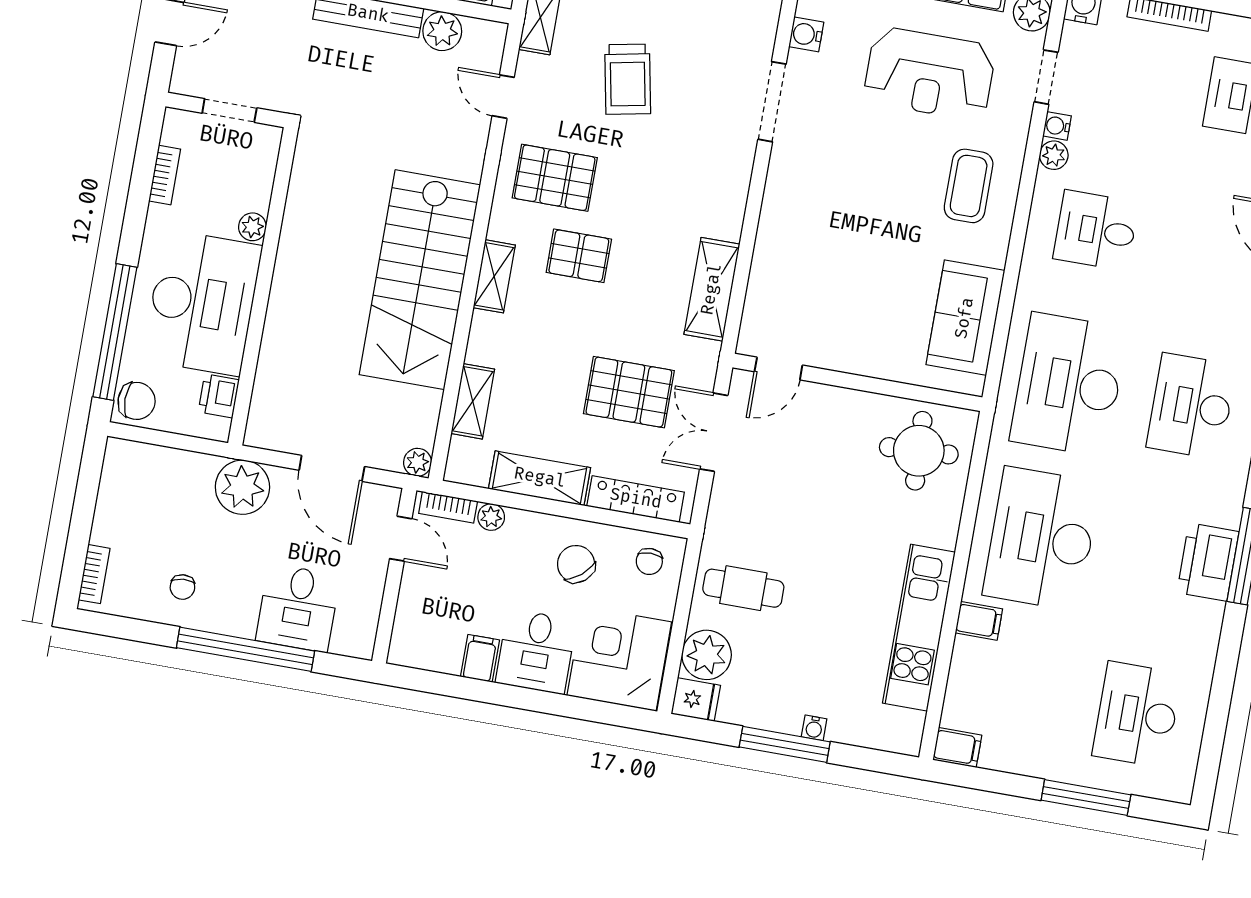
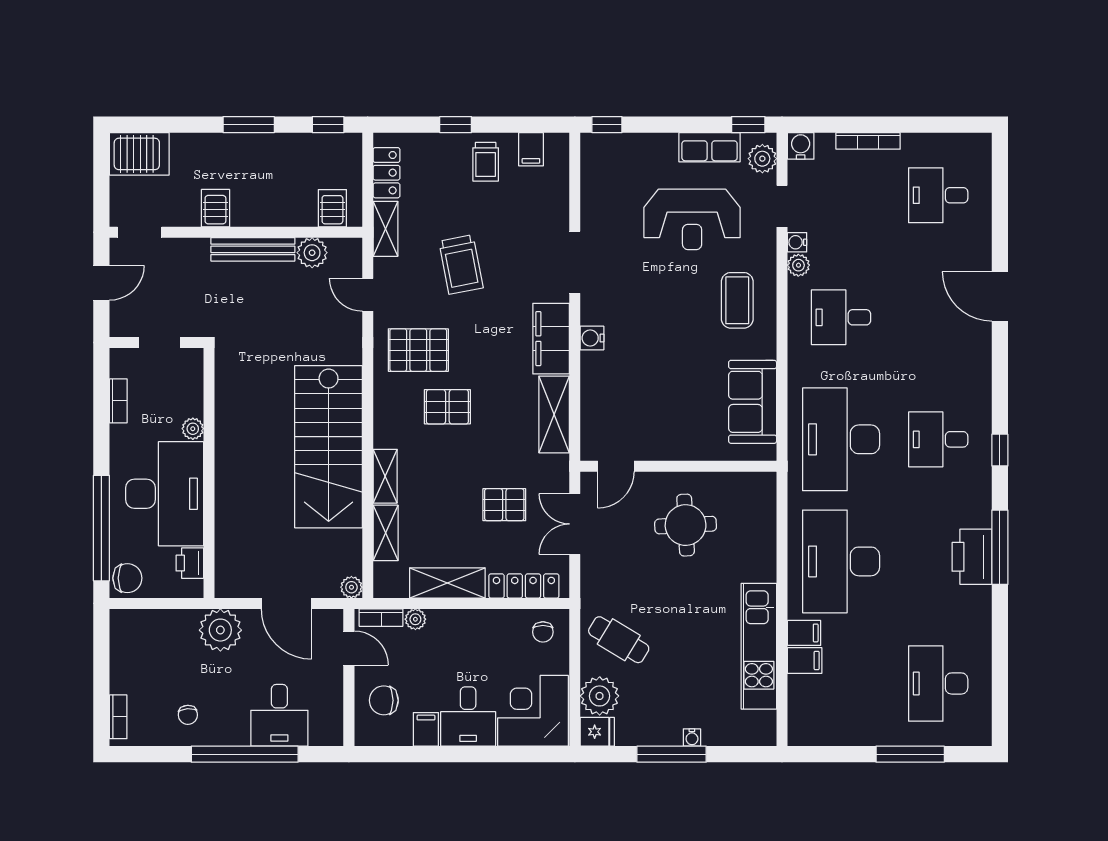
water cooler: (806, 34) -> (592, 338), moved
filing cabinet: (725, 193) -> (551, 339), added
shelving: (494, 276) -> (385, 476), moved
pallet: (629, 392) -> (504, 505), width x0.67, depth x0.71
desk: (1191, 406) -> (938, 439), width x0.73
round table: (919, 451) -> (686, 525), moved
chair: (576, 564) -> (384, 700), moved, turned -50
cafe table: (743, 588) -> (619, 640), turned 31
filing cabinet: (957, 748) -> (805, 660), moved

